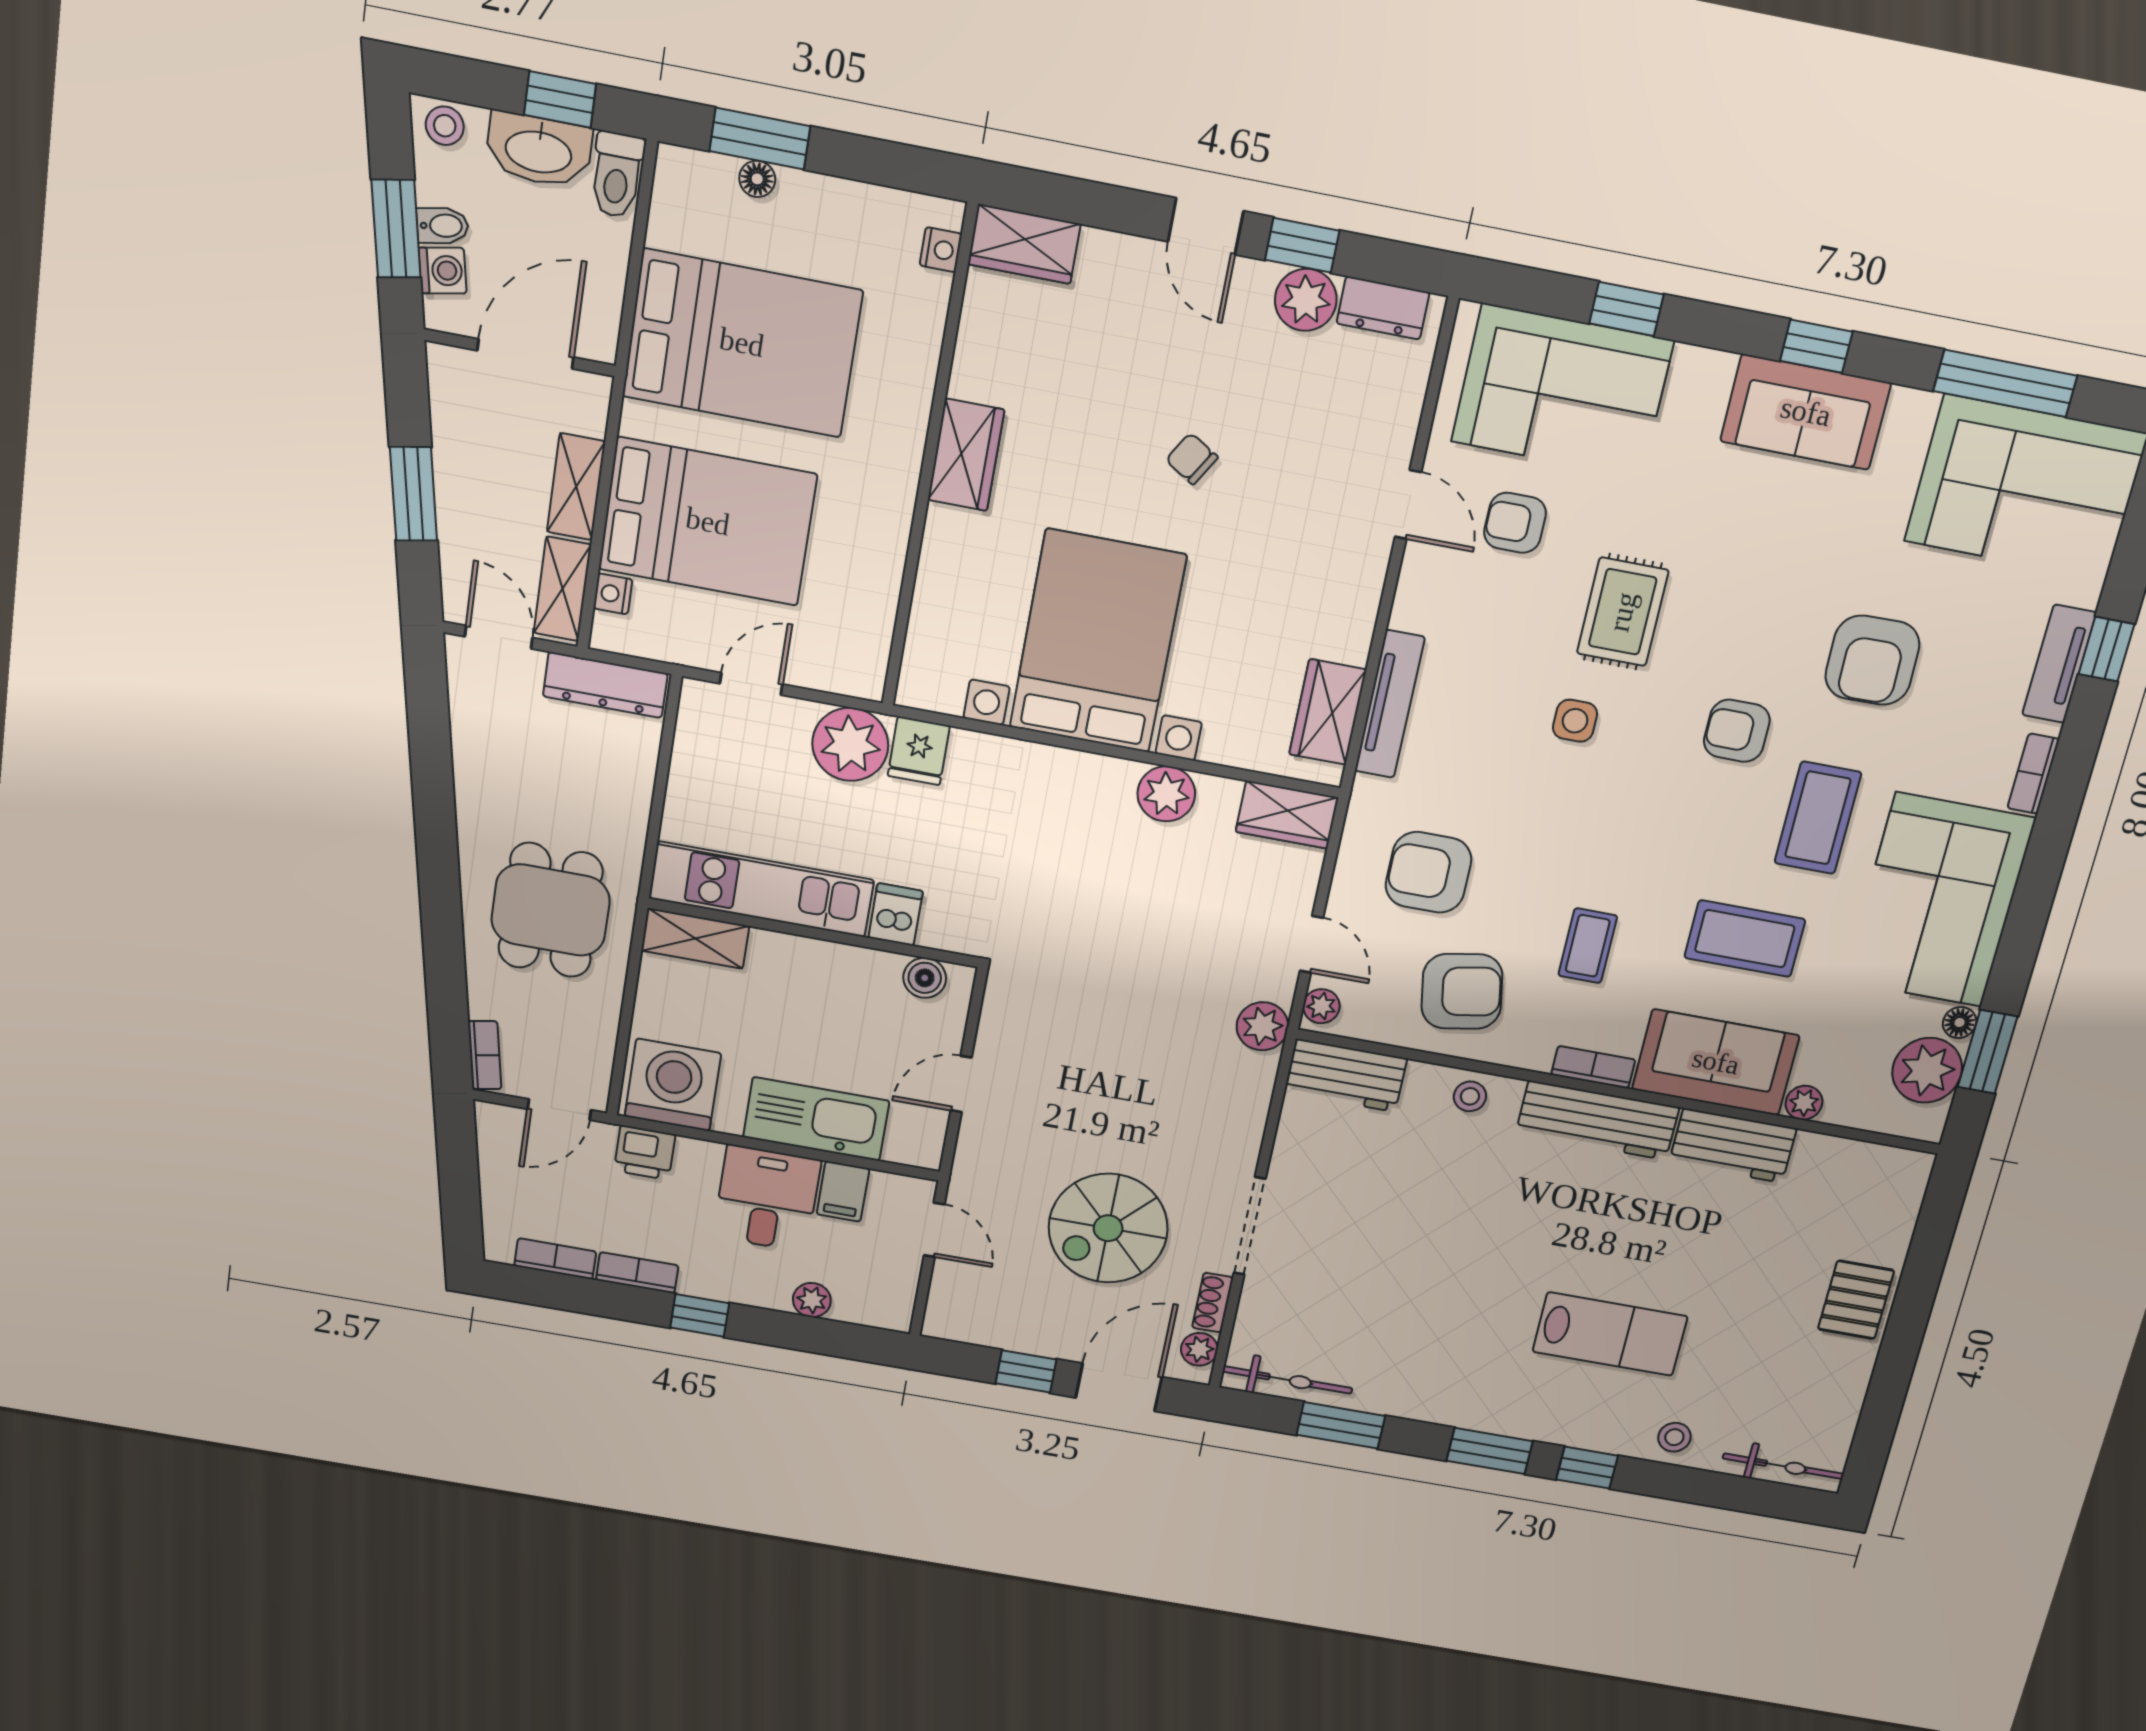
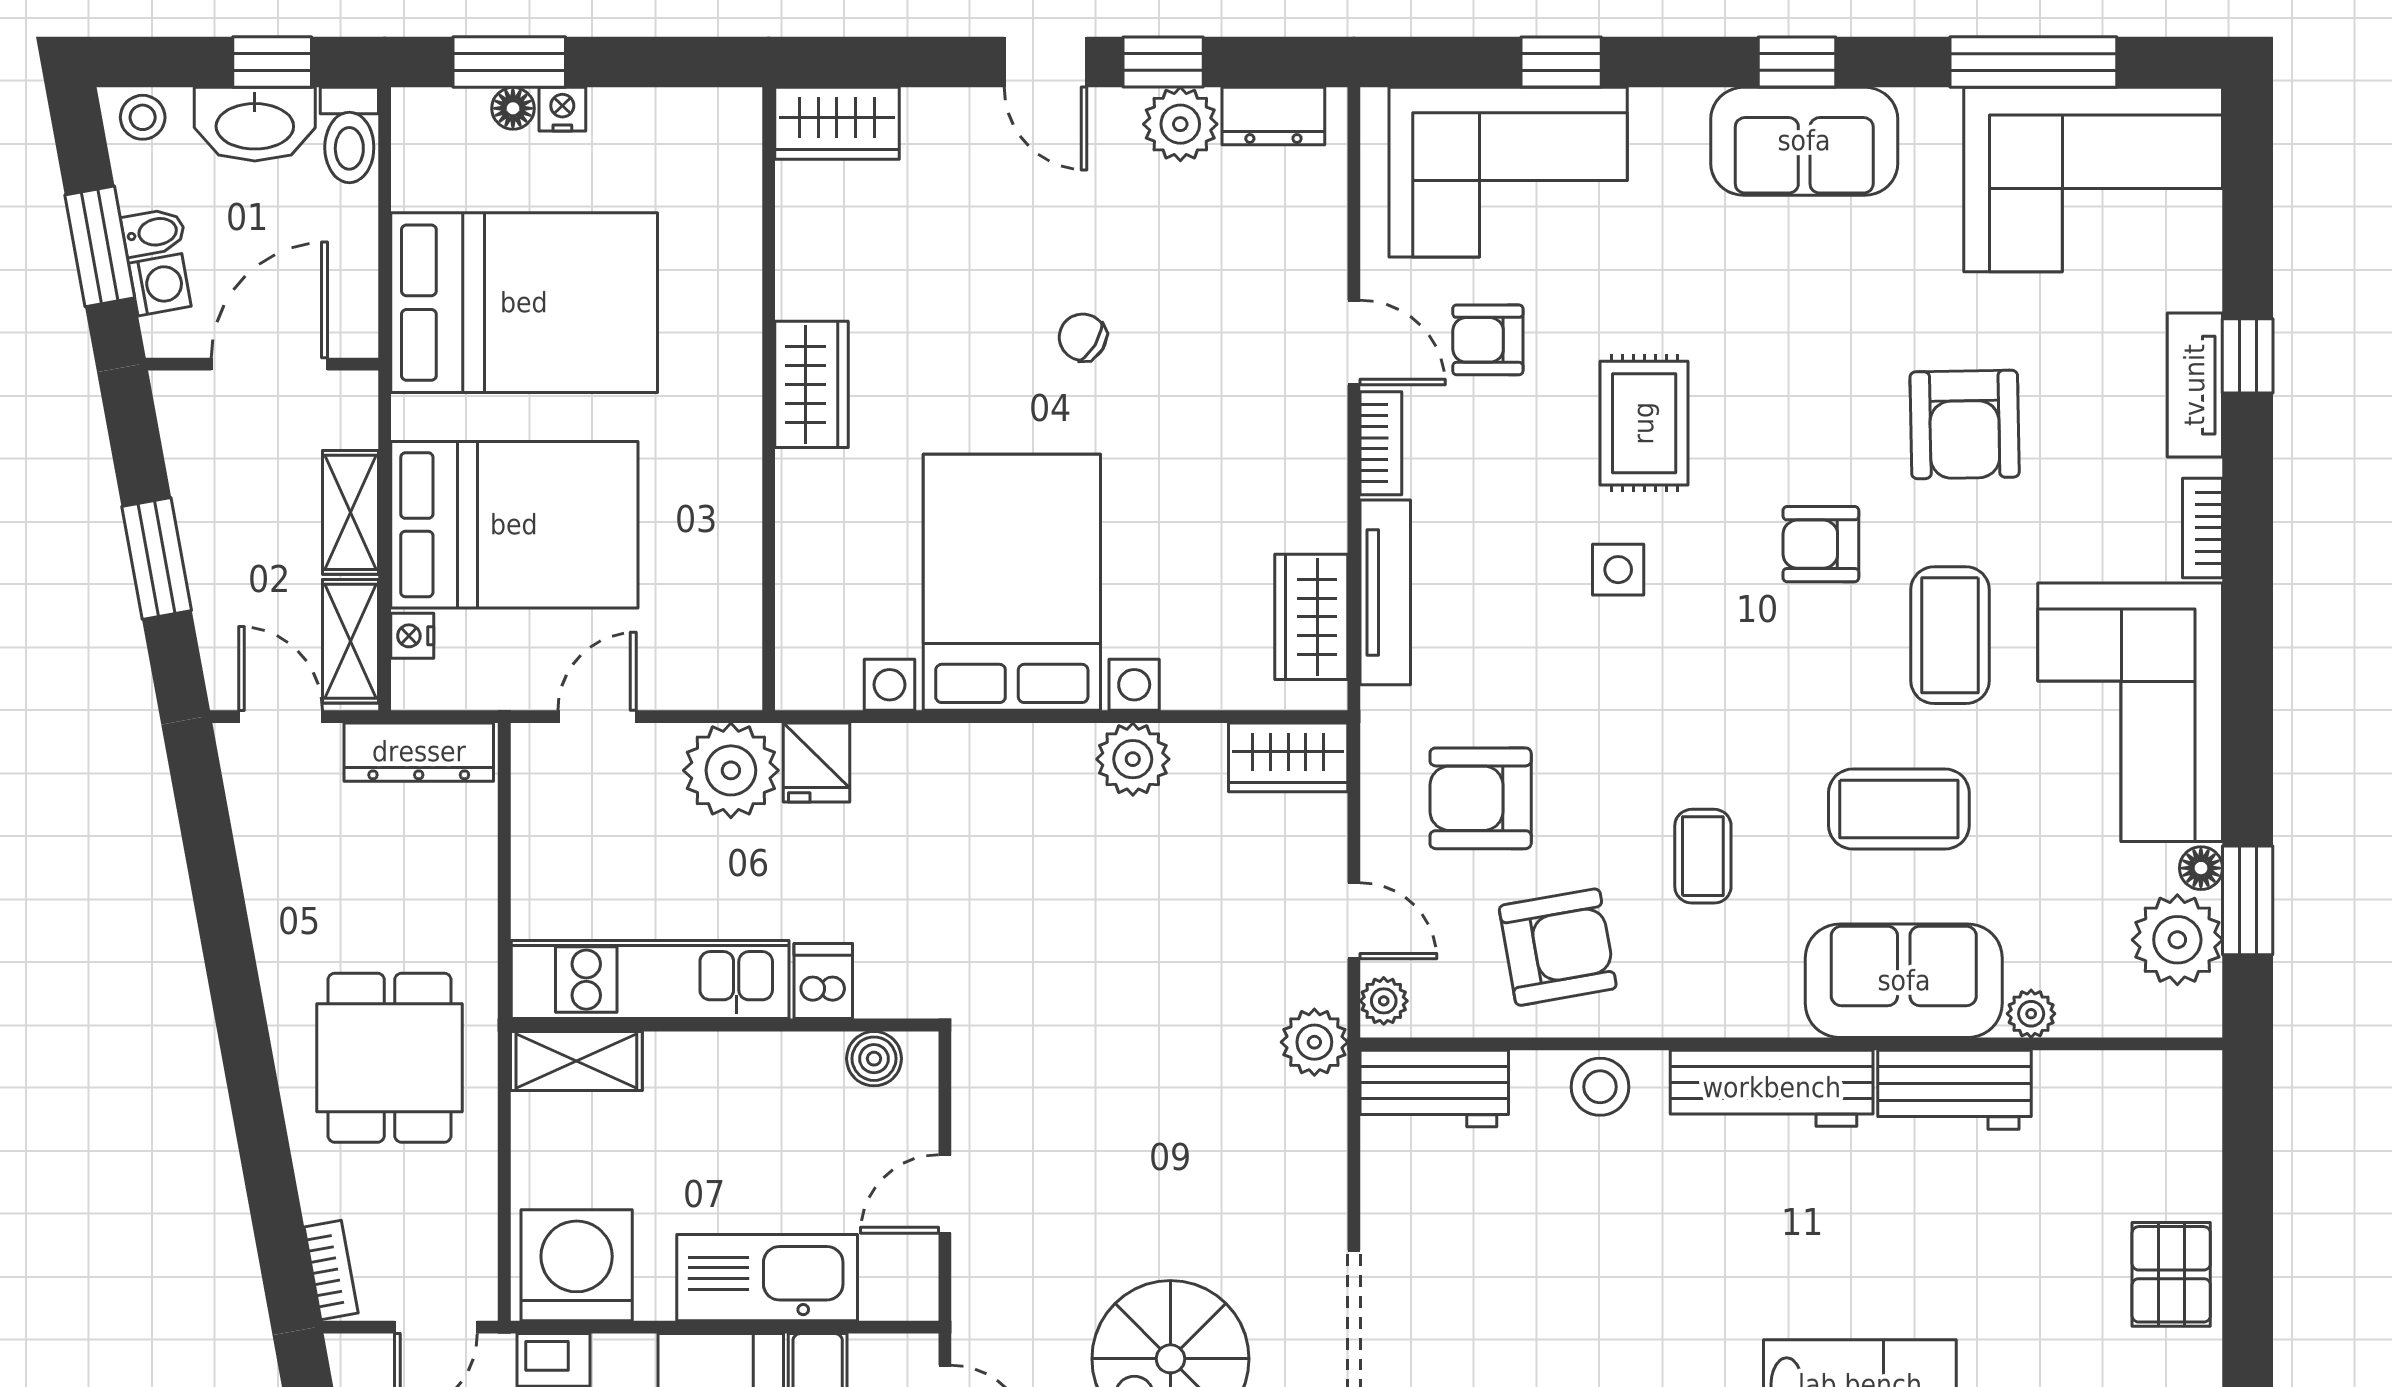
nightstand: (941, 250) -> (562, 109), moved, turned -90
bookcase: (1593, 1067) -> (1381, 443), moved, turned 90
stool: (1470, 1096) -> (1600, 1087), width x1.37, depth x1.37

